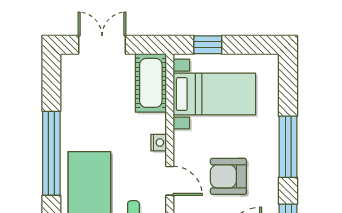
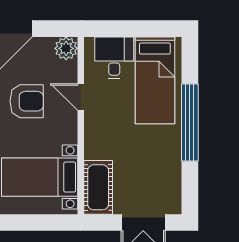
window: (208, 45) -> (46, 222), removed
nightstand: (159, 143) -> (91, 132), removed

